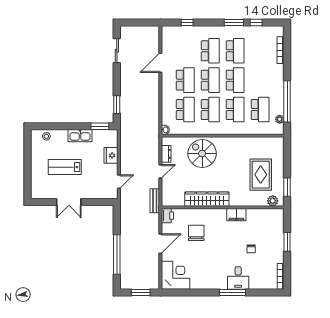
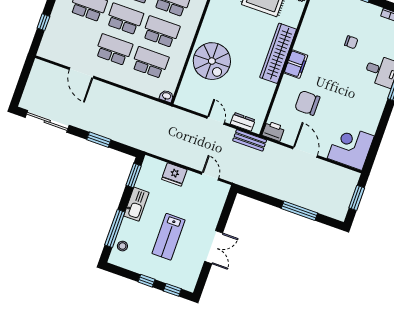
sliding door: (117, 51) -> (47, 121), width x1.37
window: (117, 105) -> (99, 140), moved
window: (57, 126) -> (115, 228), added
spiral stairs: (202, 153) -> (212, 61), turned -90
dresser: (166, 154) -> (243, 122), moved
window: (28, 162) -> (146, 281), added
window: (28, 183) -> (172, 290), added
wardrobe: (207, 199) -> (278, 53), moved
filing cabinet: (236, 215) -> (296, 64), moved
window: (117, 254) -> (299, 211), width x0.68

